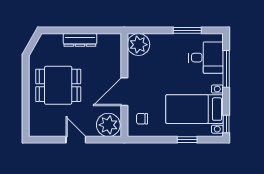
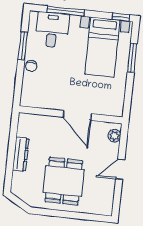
plant: (138, 45) -> (32, 96), removed
chair: (142, 119) -> (31, 66), moved
plant: (108, 125) -> (114, 136), width x0.53, depth x0.53
window: (187, 140) -> (132, 58), width x1.50

